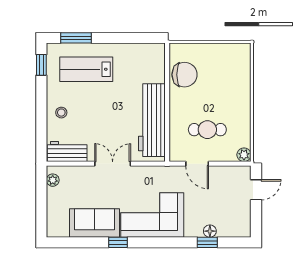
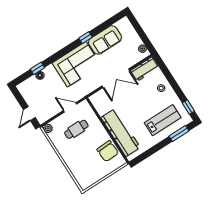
chair: (184, 75) -> (108, 151), turned -93
workbench: (152, 120) -> (121, 132), moved
double door: (113, 164) -> (116, 78), width x1.37

